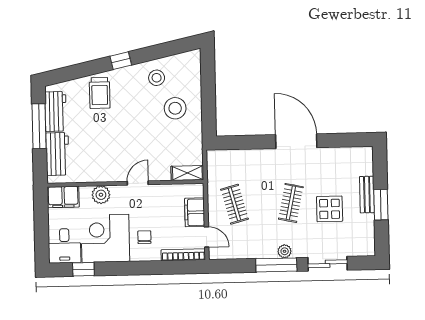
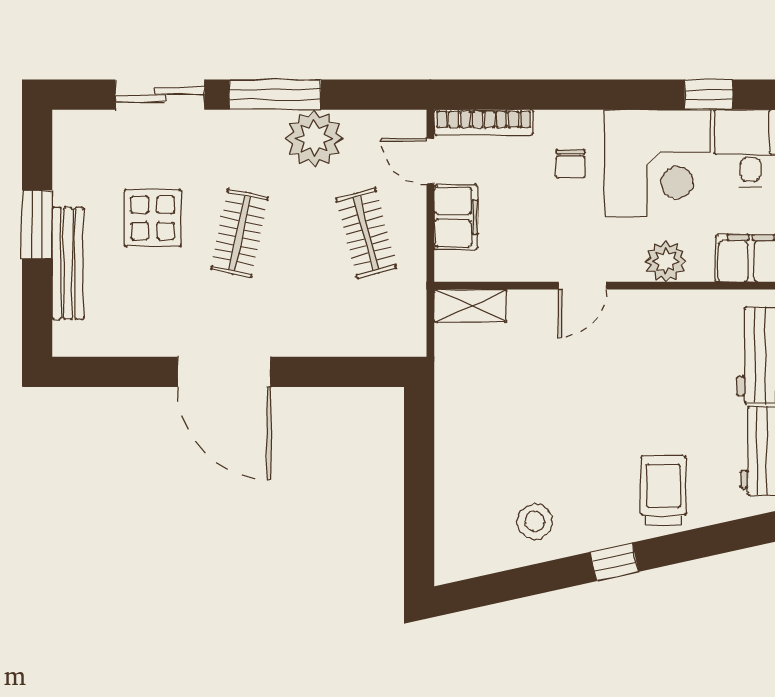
stool: (175, 108) -> (495, 452), removed
bench: (367, 195) -> (68, 263), width x1.36
plant: (285, 251) -> (314, 138), moved, width x1.87, depth x1.87

